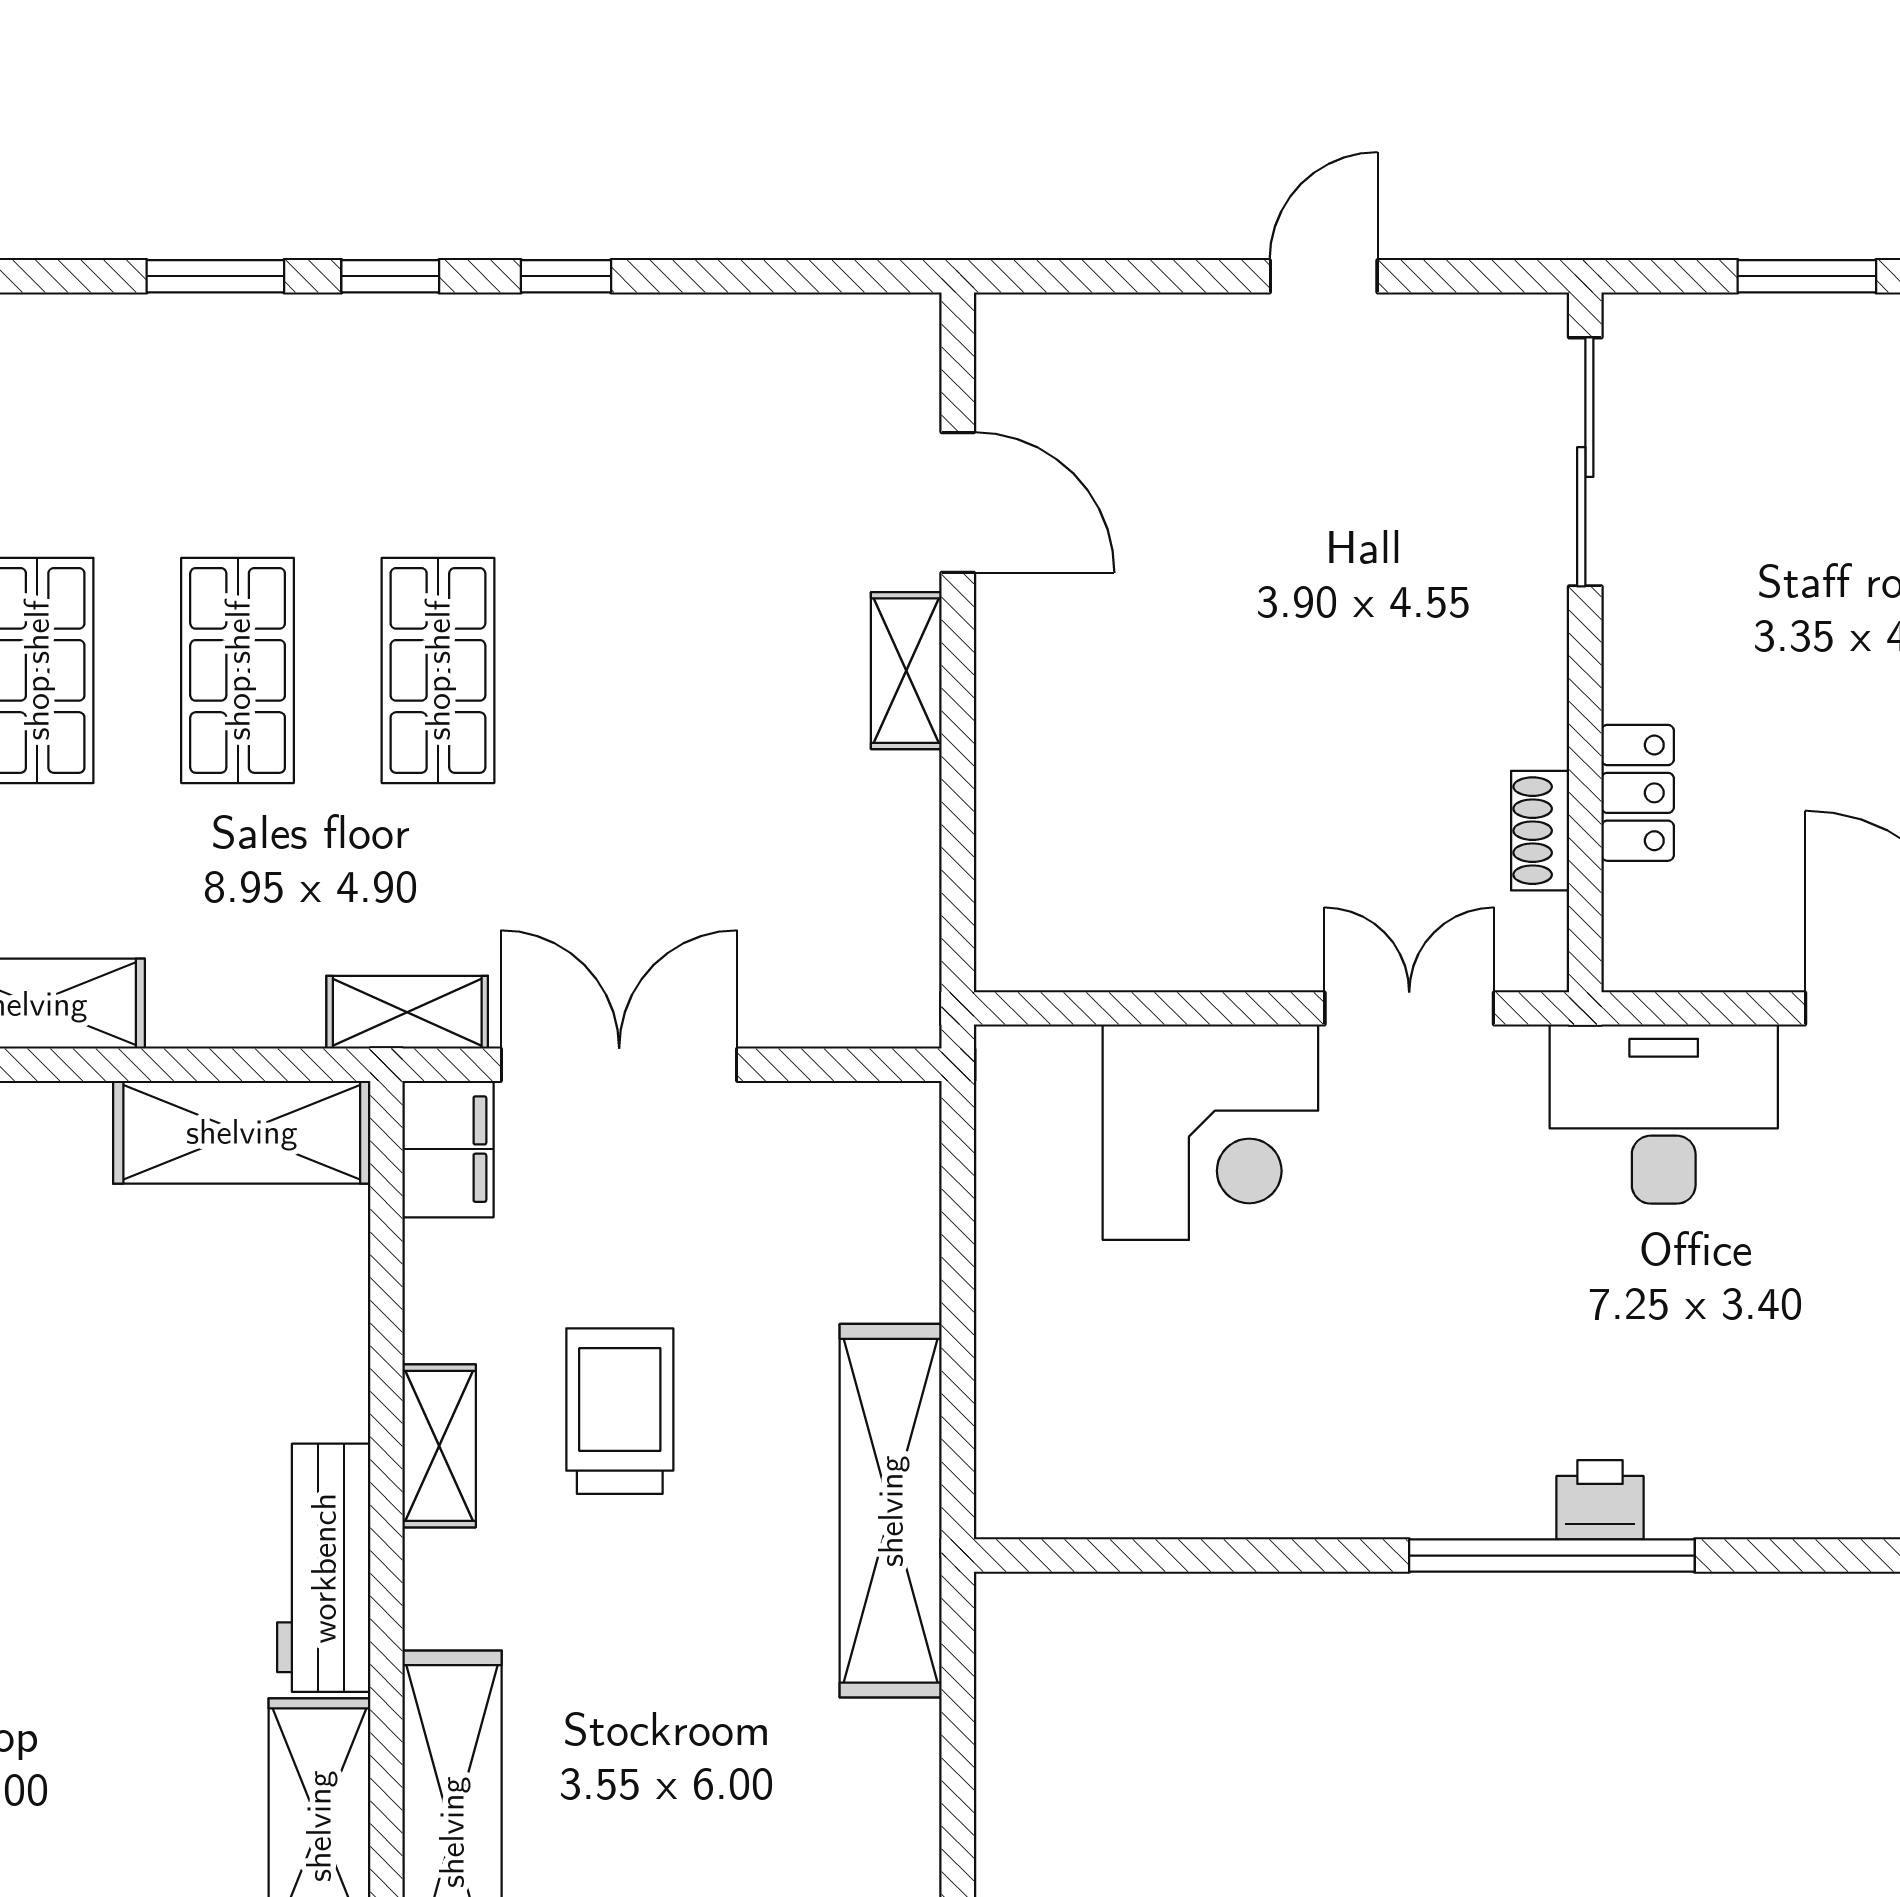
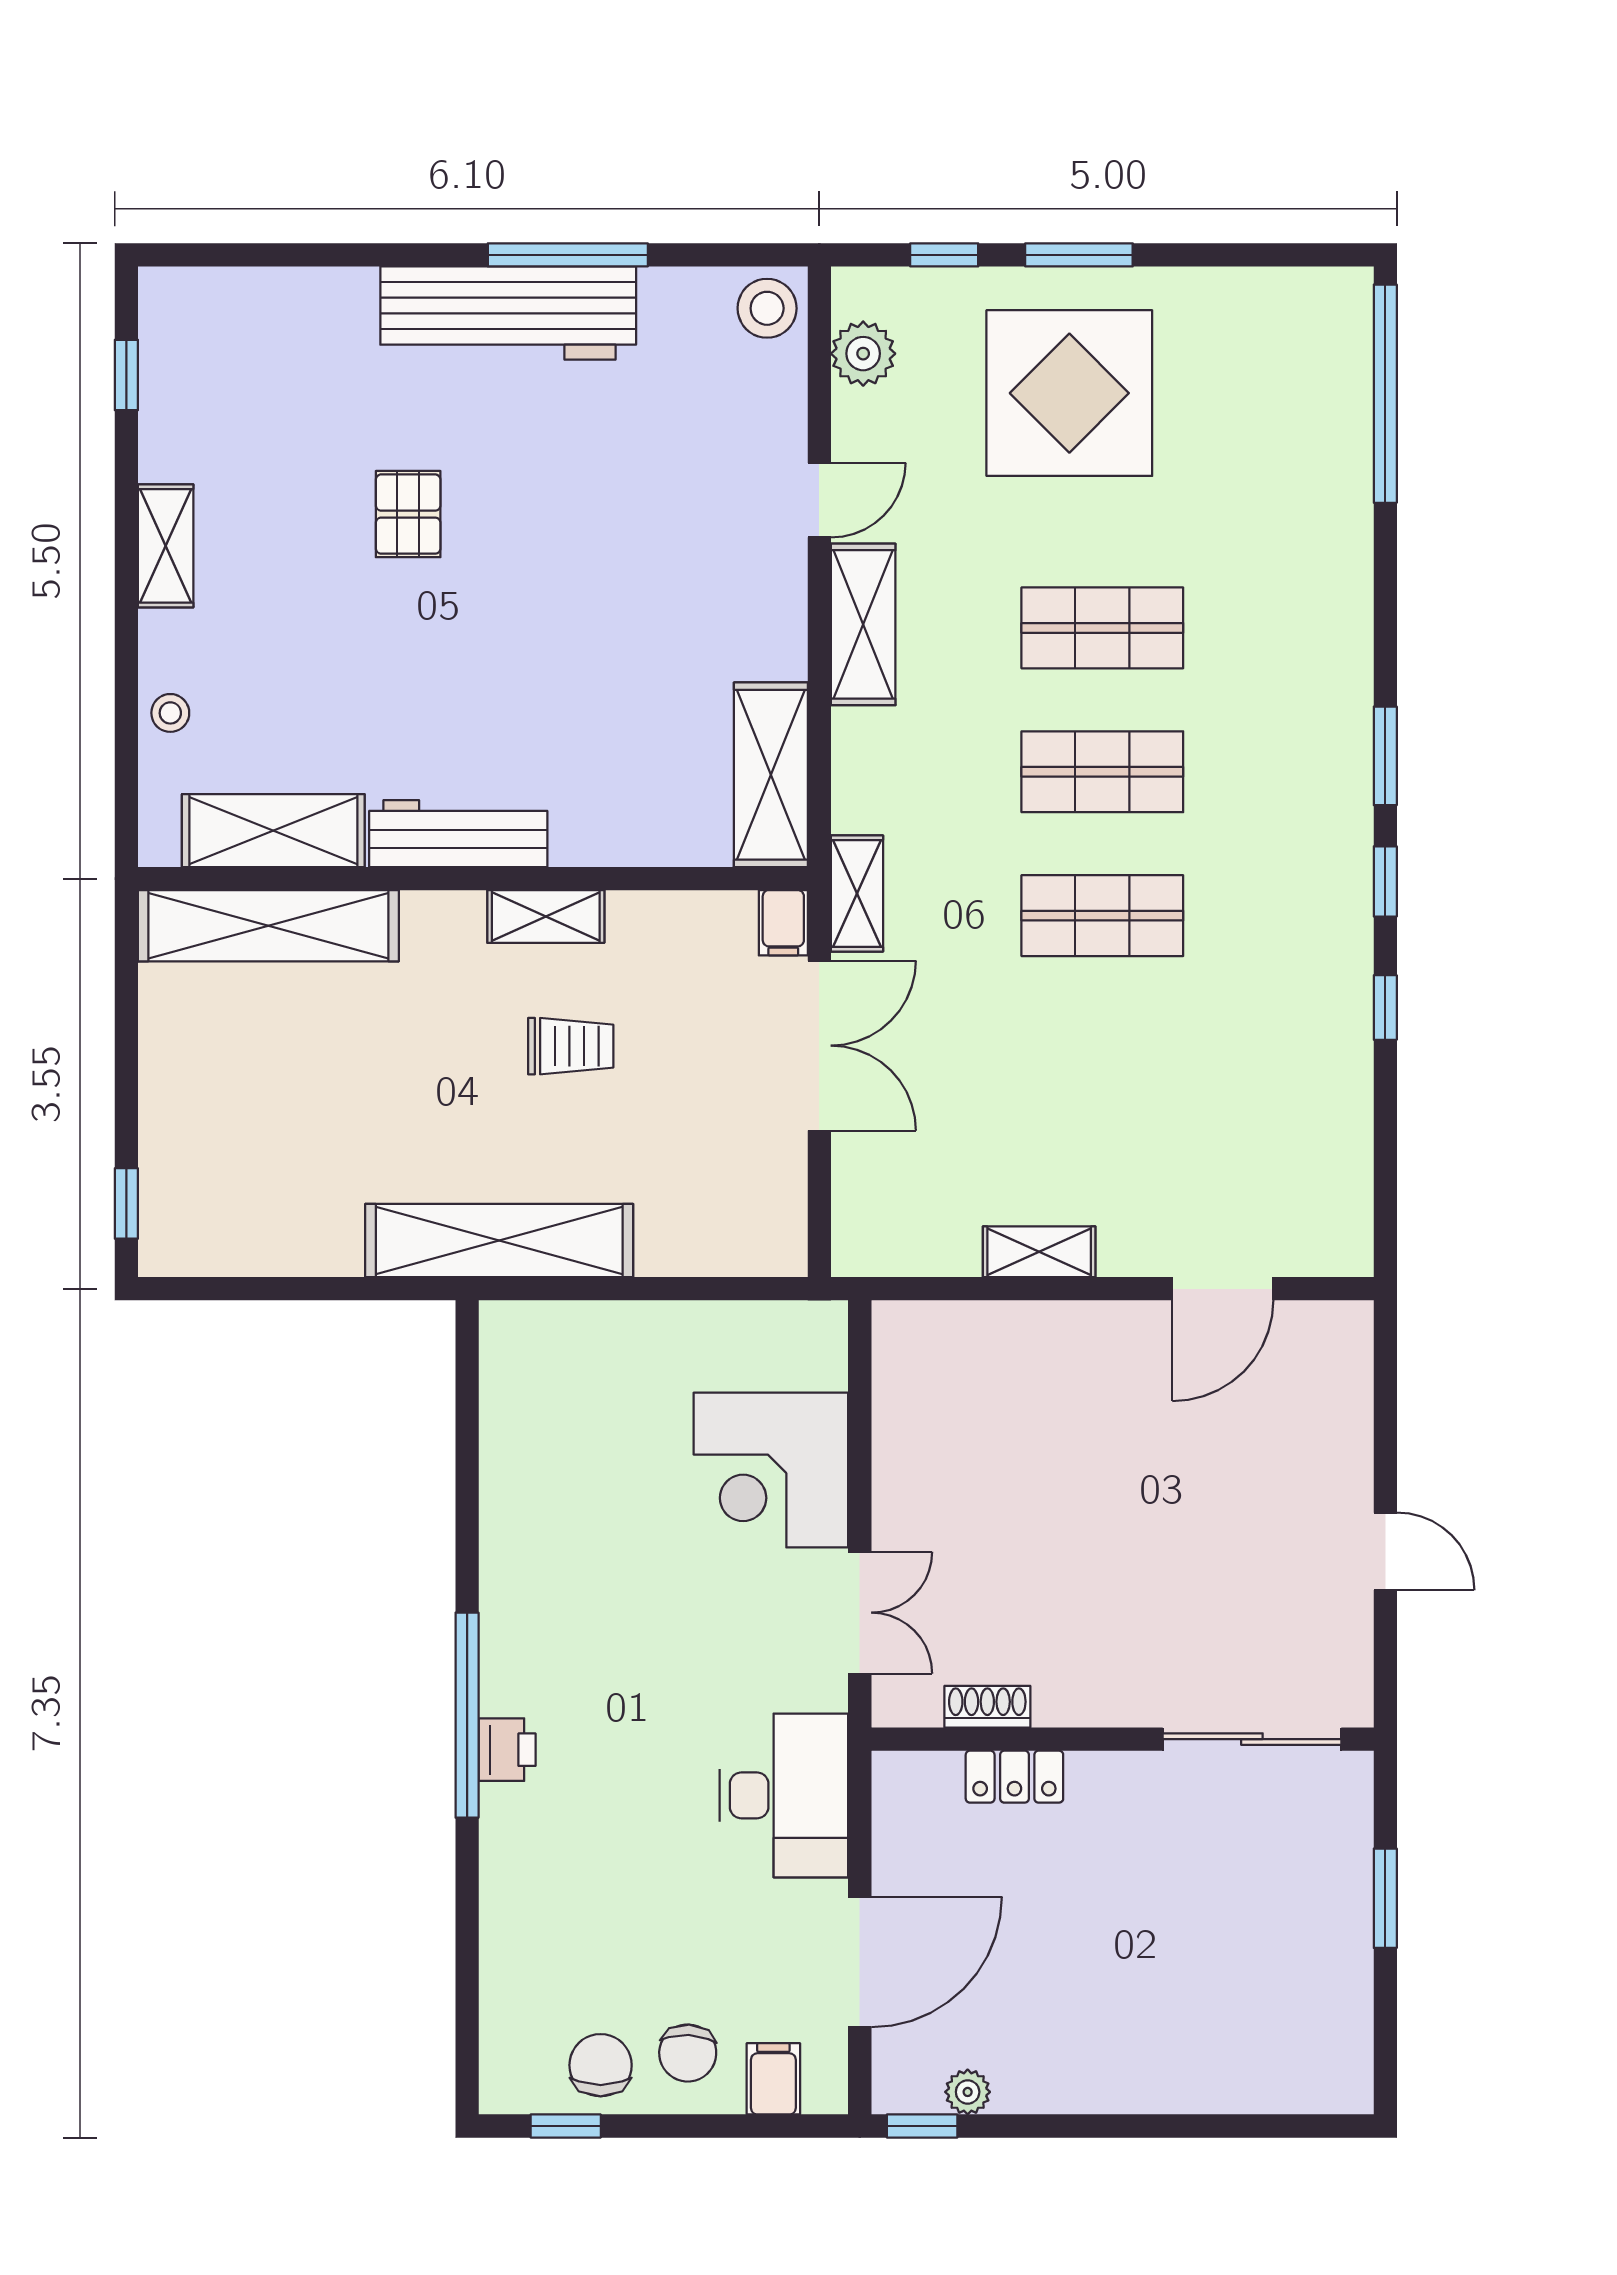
shelving: (906, 671) -> (1039, 1252), moved
filing cabinet: (448, 1149) -> (783, 923), width x0.50
trolley: (620, 1411) -> (571, 1046), width x0.73, depth x0.72

